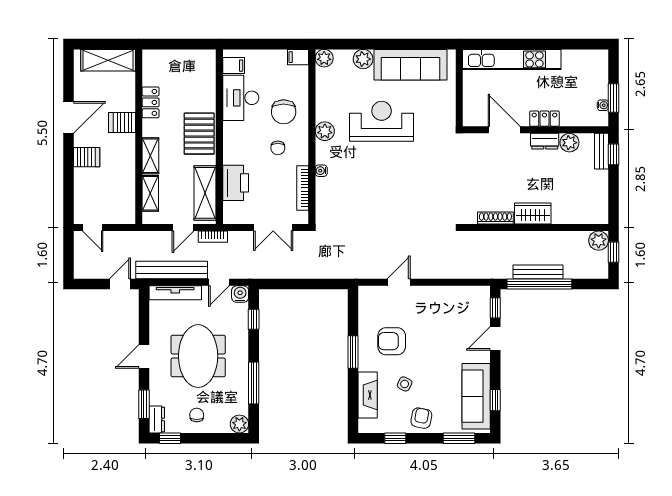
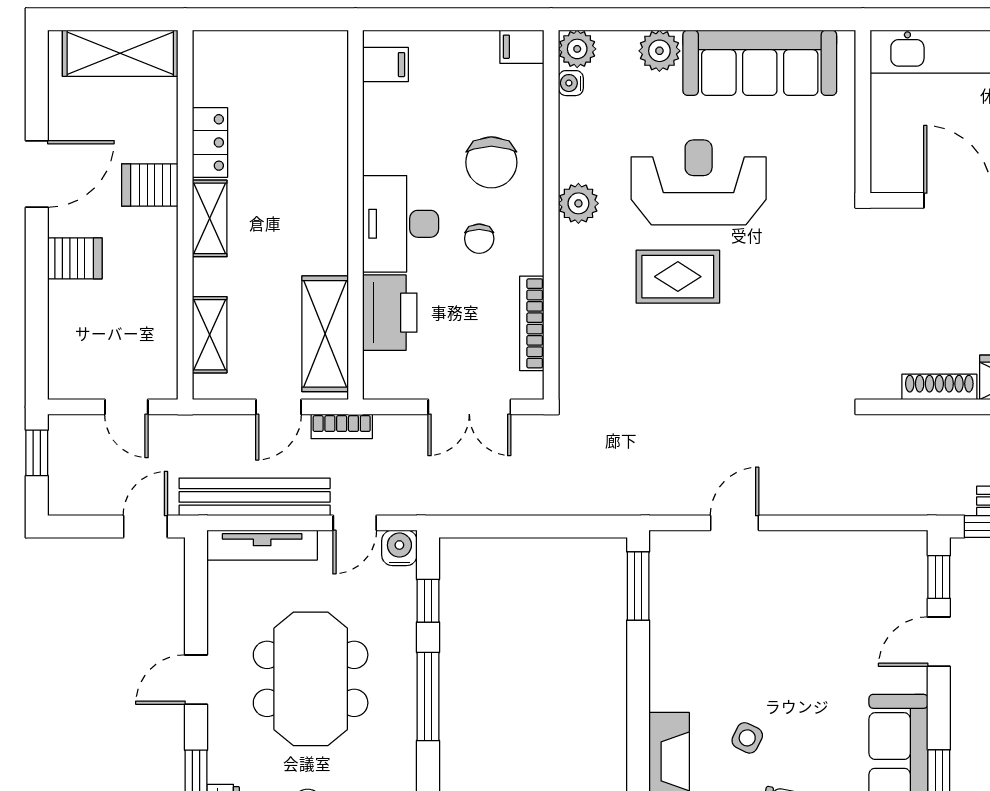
desk: (241, 98) -> (401, 224), moved
pallet: (199, 134) -> (313, 208), removed
shelving: (150, 156) -> (210, 218), moved
rug: (372, 166) -> (678, 277), added
water cooler: (321, 171) -> (571, 83), moved
door: (93, 227) -> (126, 407), moved
window: (69, 249) -> (37, 453), added
armchair: (392, 341) -> (720, 648), removed
window: (353, 352) -> (638, 586), moved
window: (254, 383) -> (428, 697), moved

